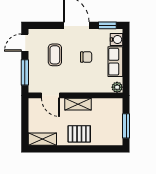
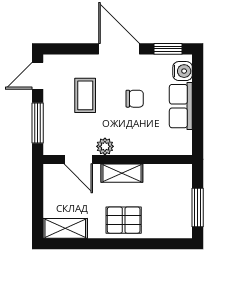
plant: (117, 87) -> (105, 146), moved

